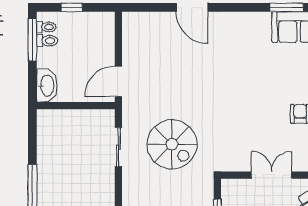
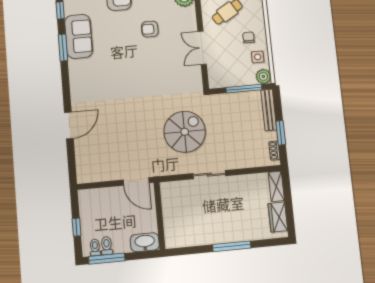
sliding door: (118, 147) -> (209, 175), moved

